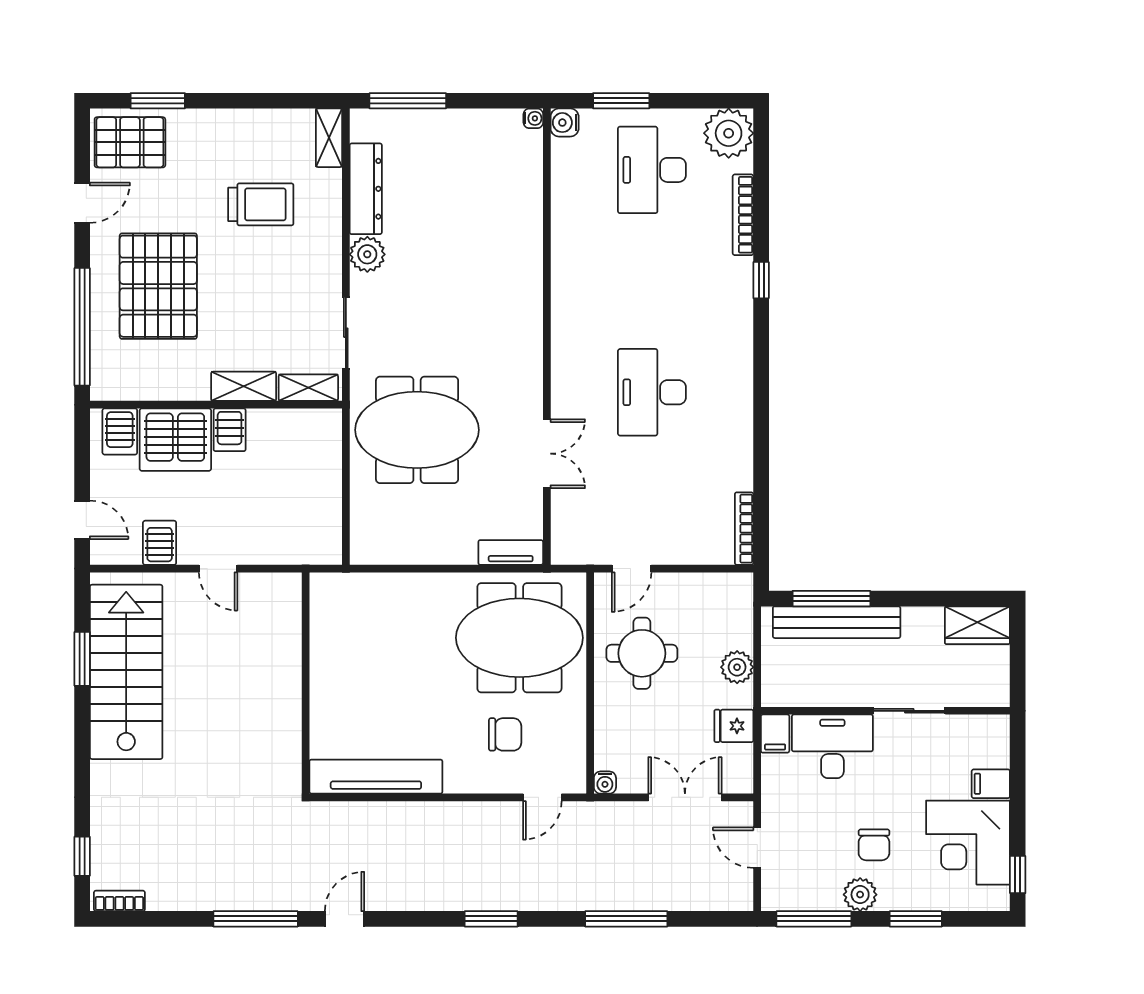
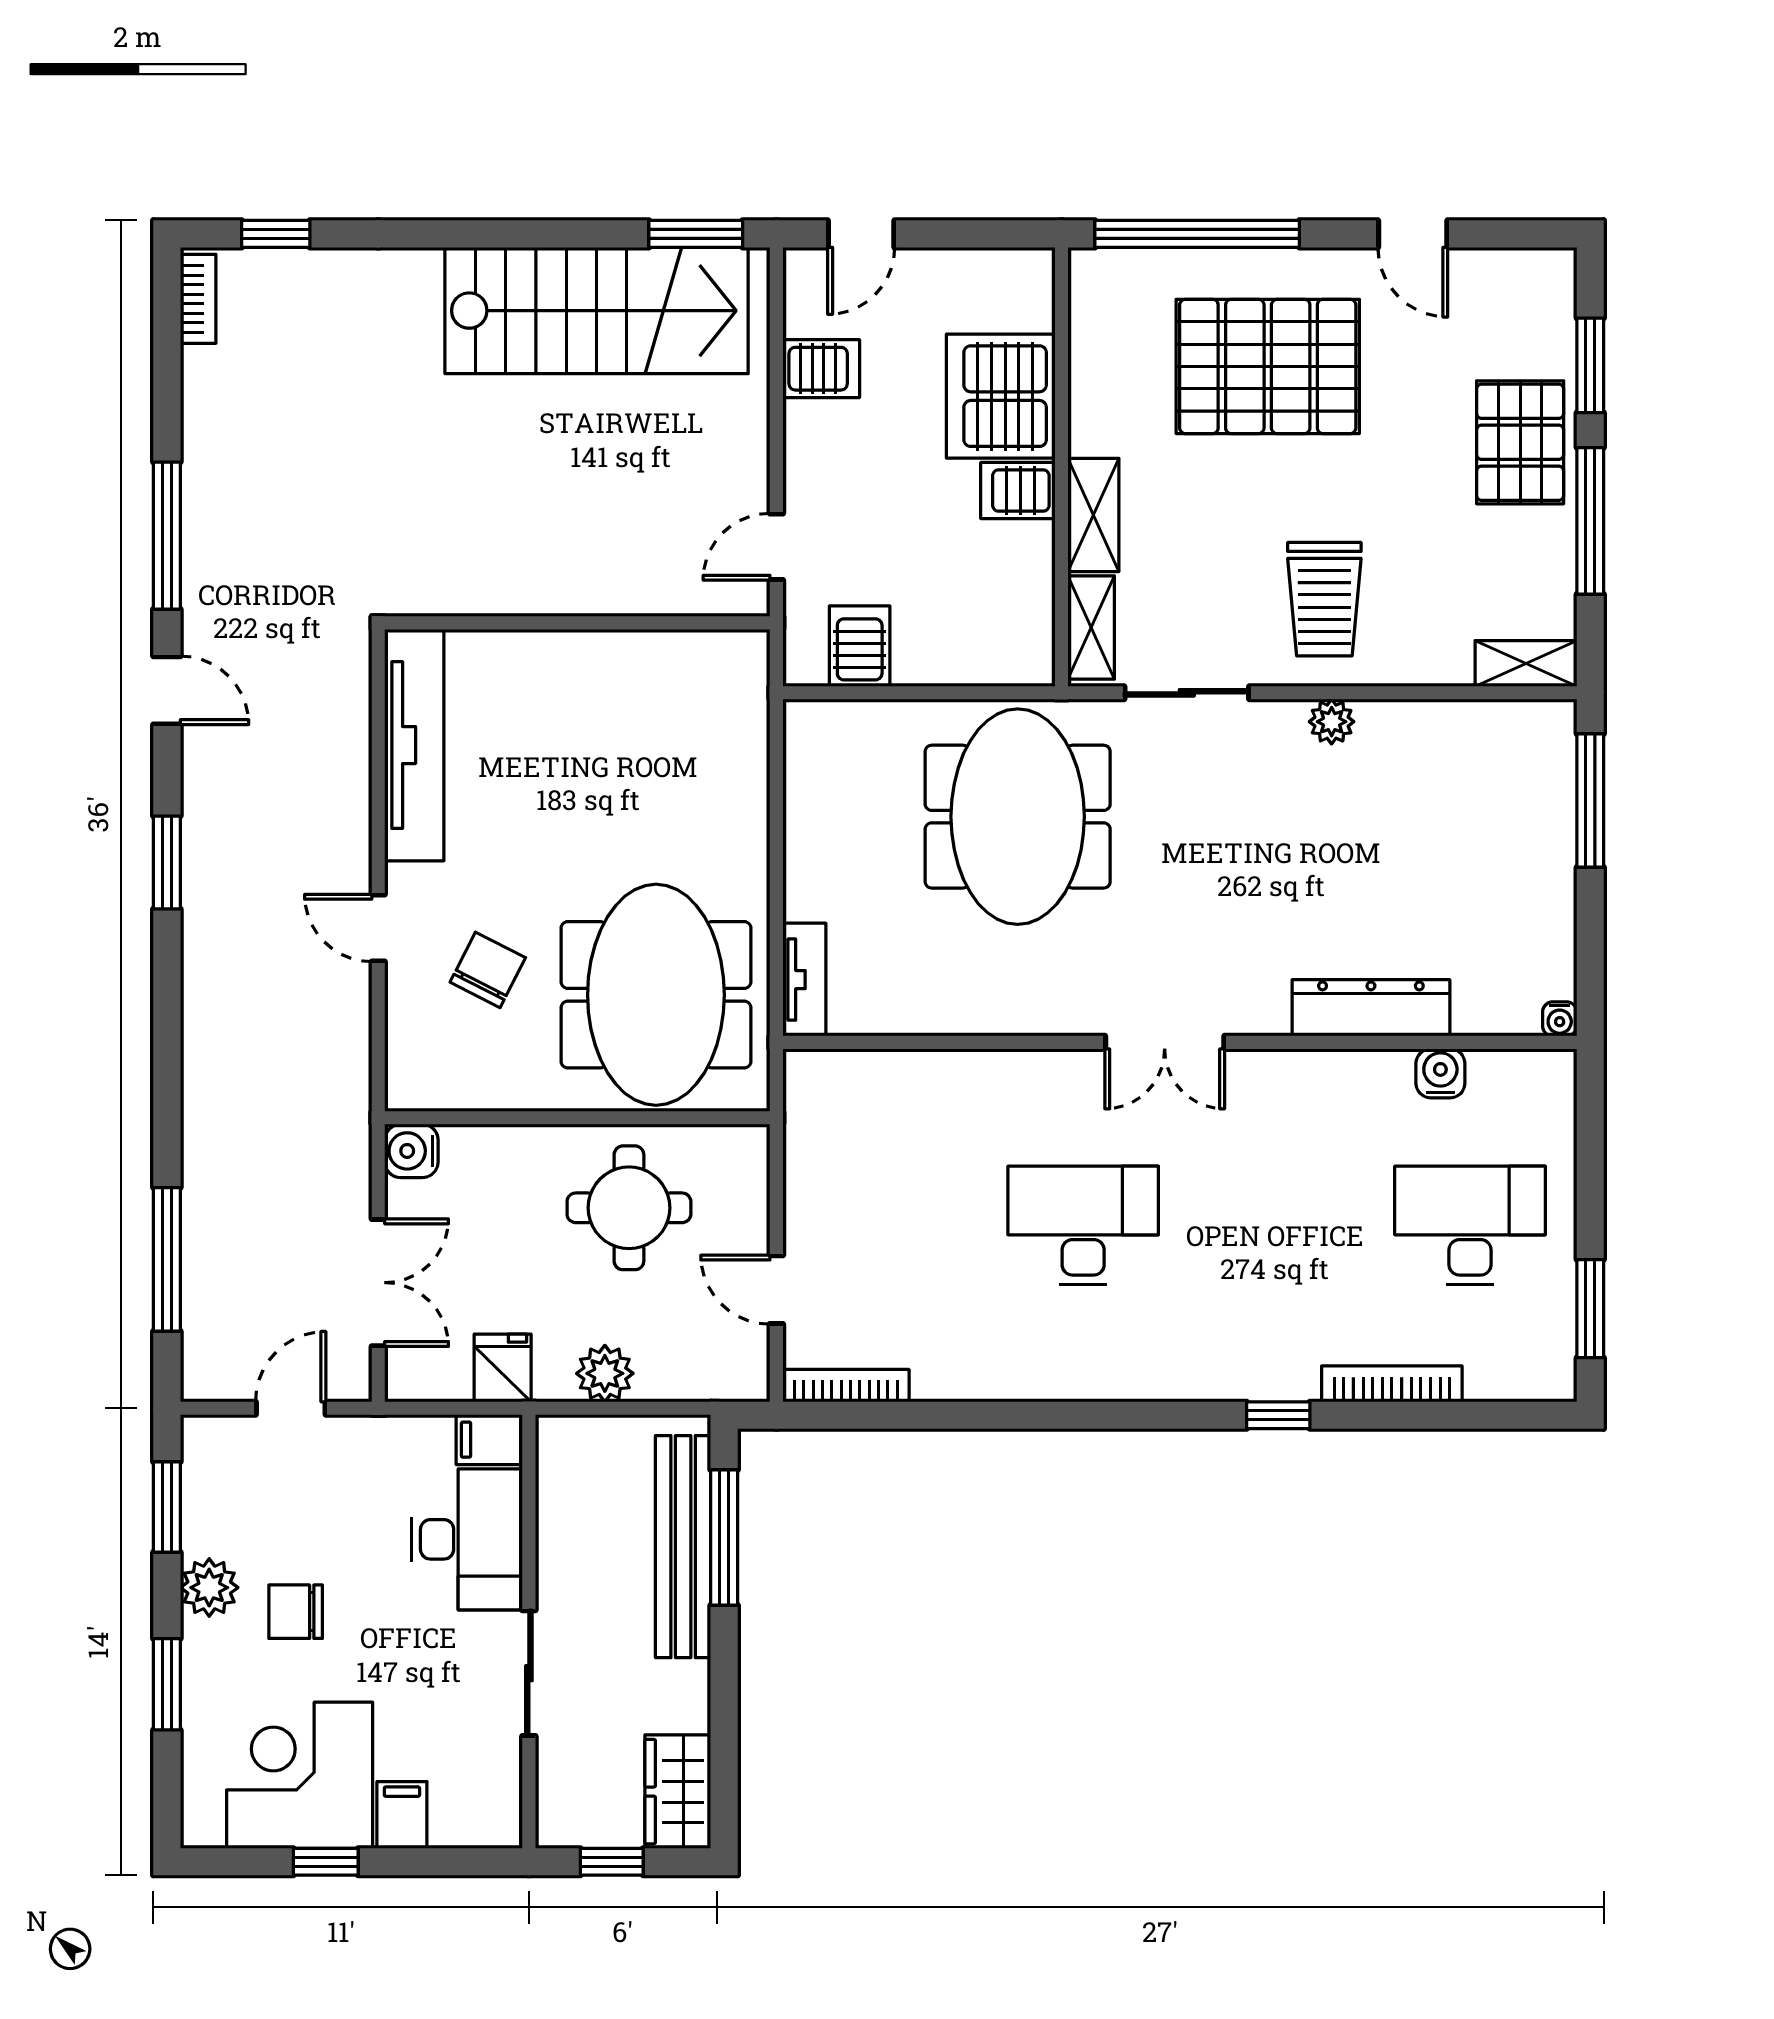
window: (247, 101) -> (1590, 521), added
window: (621, 101) -> (1590, 1309), moved
water cooler: (565, 123) -> (1440, 1073), moved
plant: (729, 133) -> (1534, 1359), removed
pallet: (130, 142) -> (1520, 442), moved
dresser: (366, 189) -> (1371, 1008), moved, turned 180
trolley: (261, 204) -> (1324, 599), moved
plant: (367, 254) -> (1332, 722), width x0.73, depth x0.73
server rack: (120, 431) -> (860, 646), moved, turned 90
double door: (547, 454) -> (1165, 1042), moved
door: (218, 569) -> (776, 547), moved
door: (632, 569) -> (776, 1290), moved
window: (82, 659) -> (696, 234), moved
window: (1018, 663) -> (612, 1862), added
chair: (505, 734) -> (488, 970), turned -153
water cooler: (605, 783) -> (411, 1151), width x1.38, depth x1.38
door: (542, 797) -> (378, 928), moved
window: (1018, 875) -> (326, 1862), moved
window: (491, 919) -> (167, 863), moved
window: (626, 919) -> (167, 1259), moved
window: (814, 919) -> (167, 1507), width x0.69

